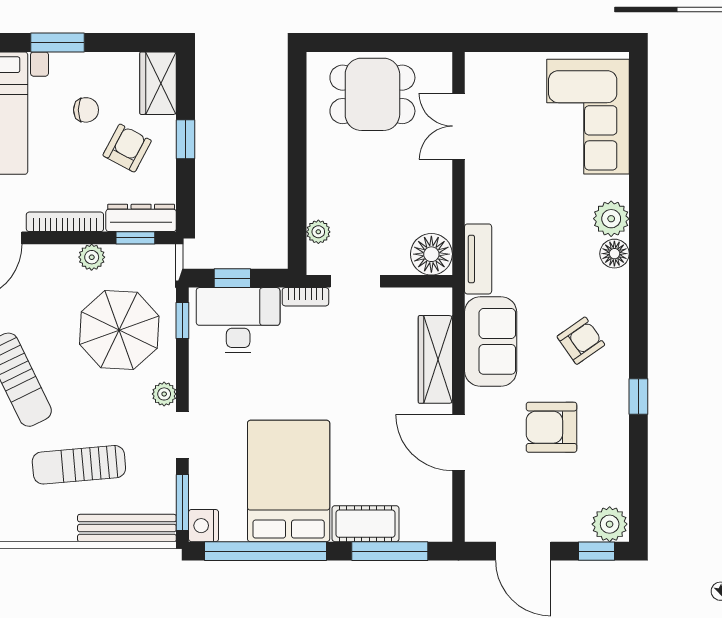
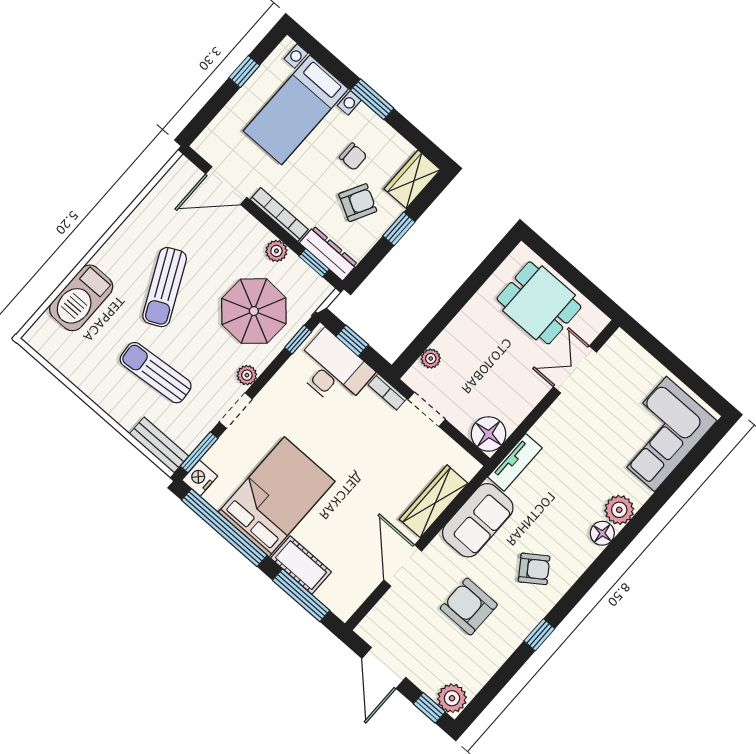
bench: (127, 528) -> (159, 445), width x0.73

